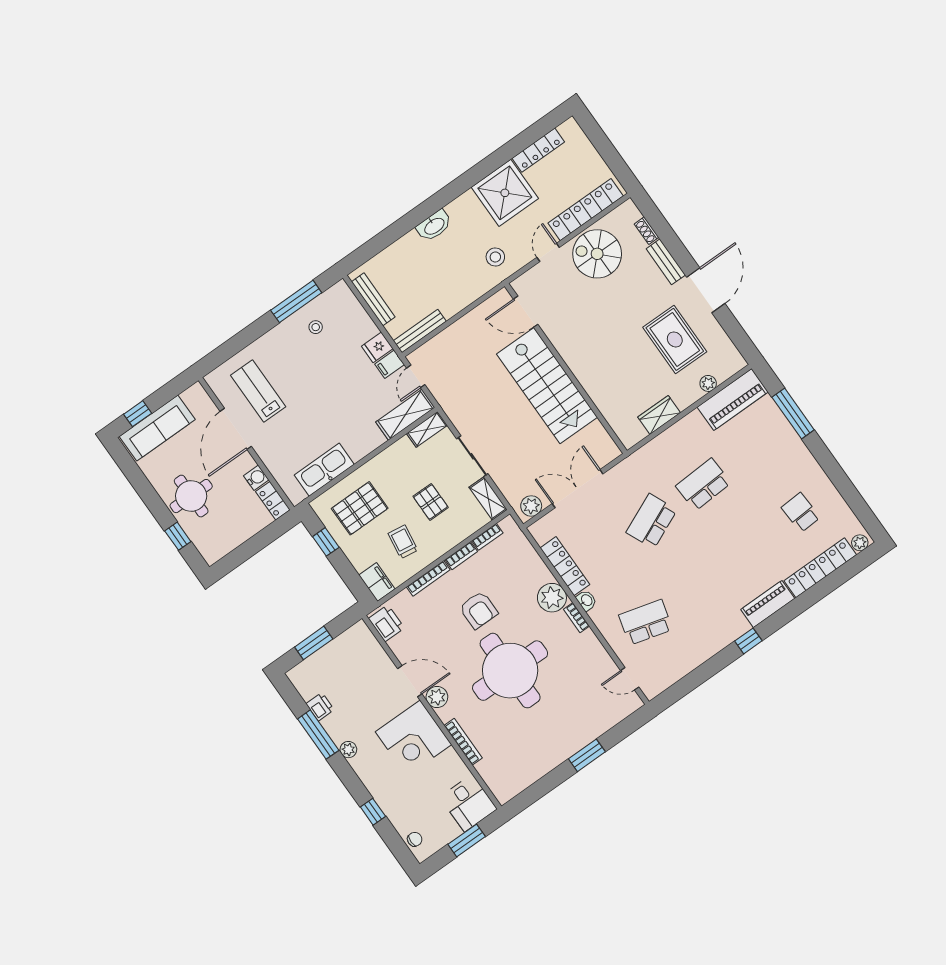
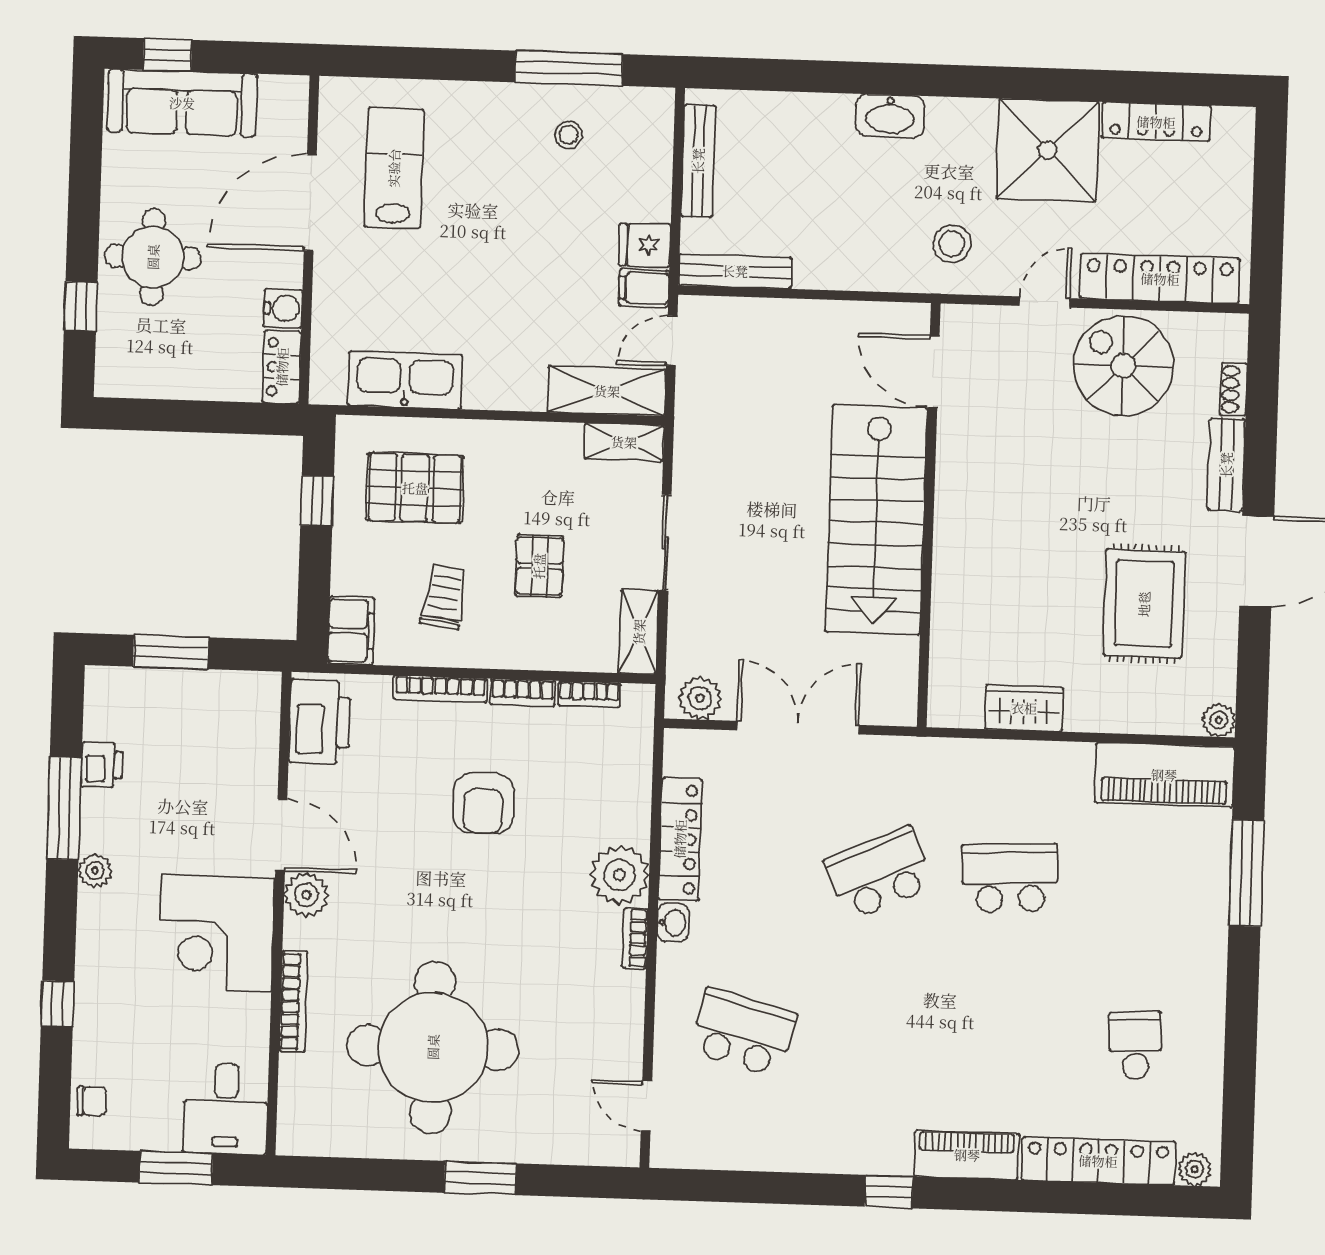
plant: (708, 383) -> (1219, 720), moved
printer: (386, 623) -> (320, 722), width x1.37, depth x1.19
round table: (510, 671) -> (433, 1047), moved

